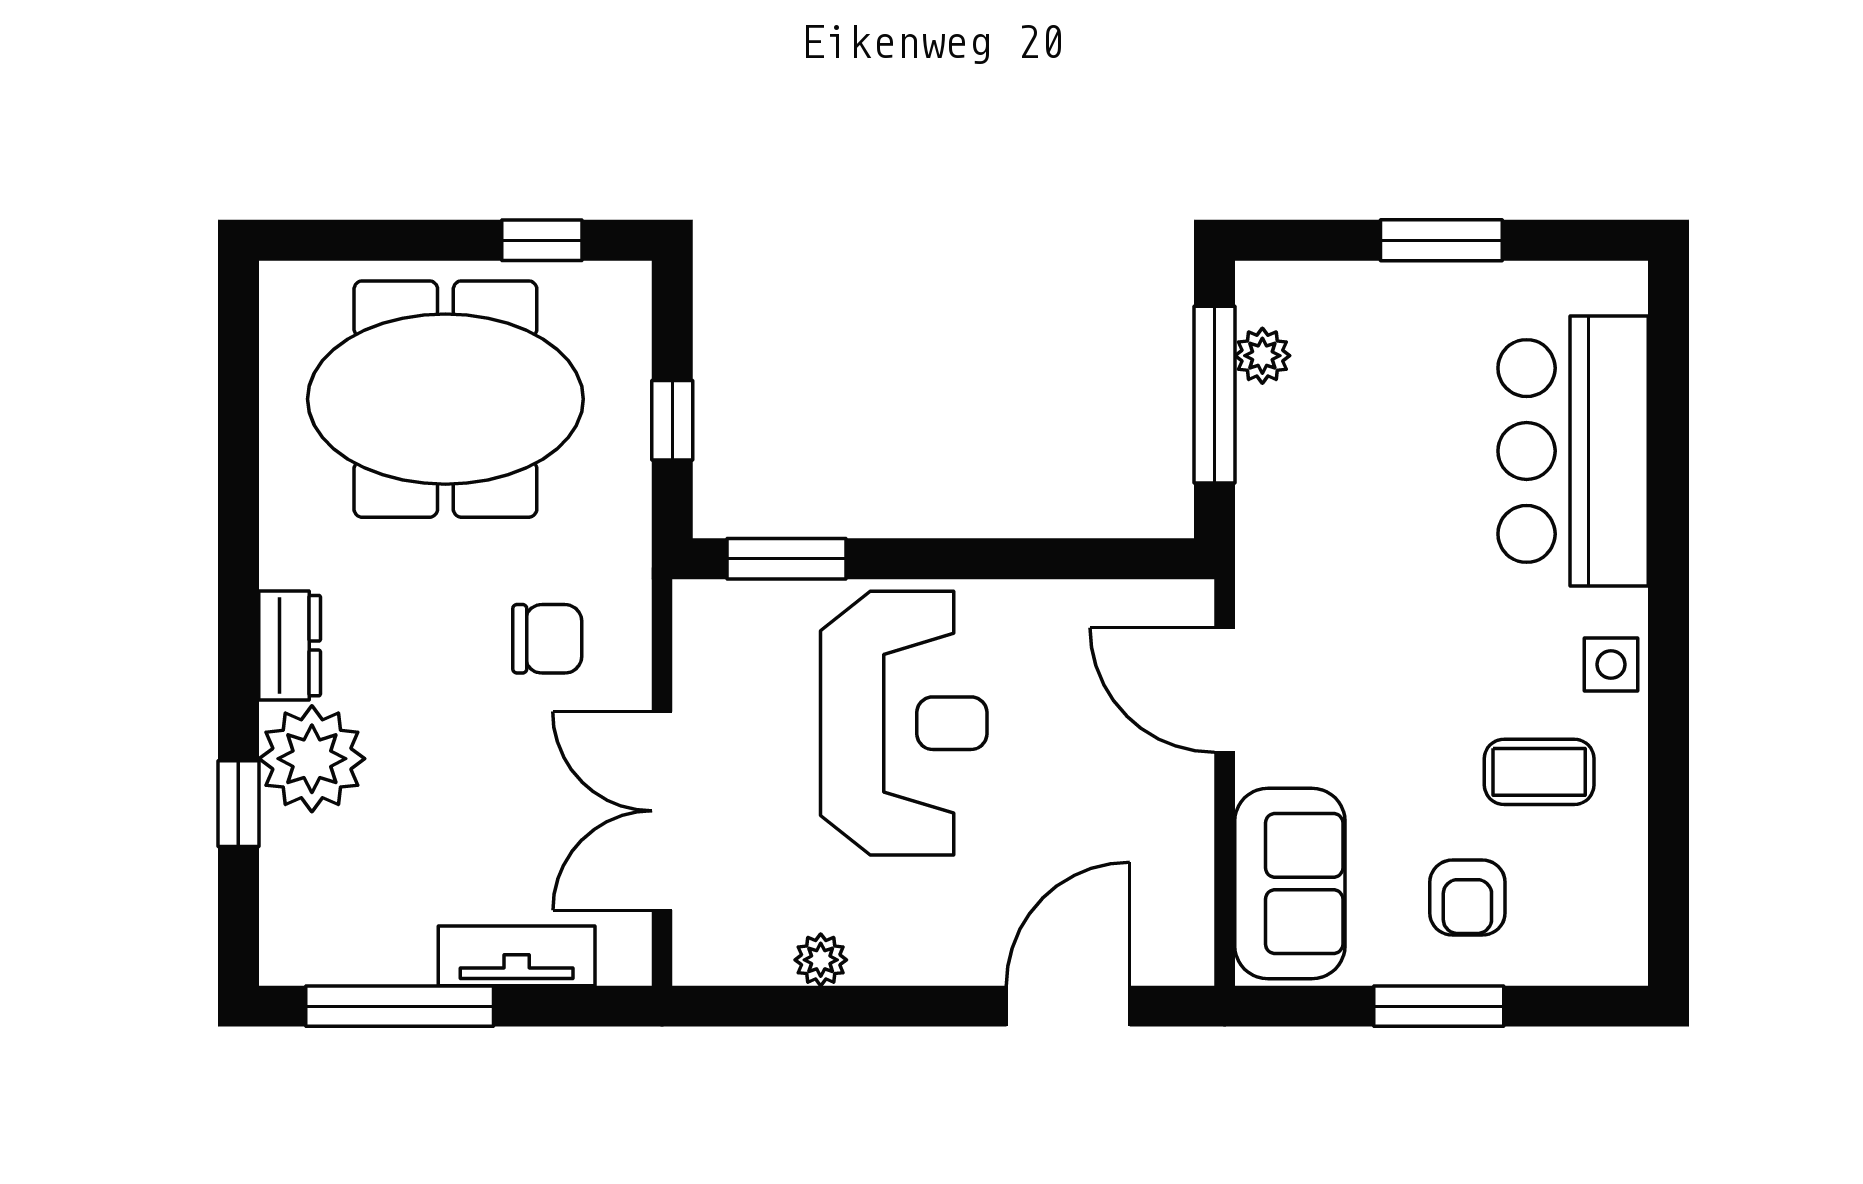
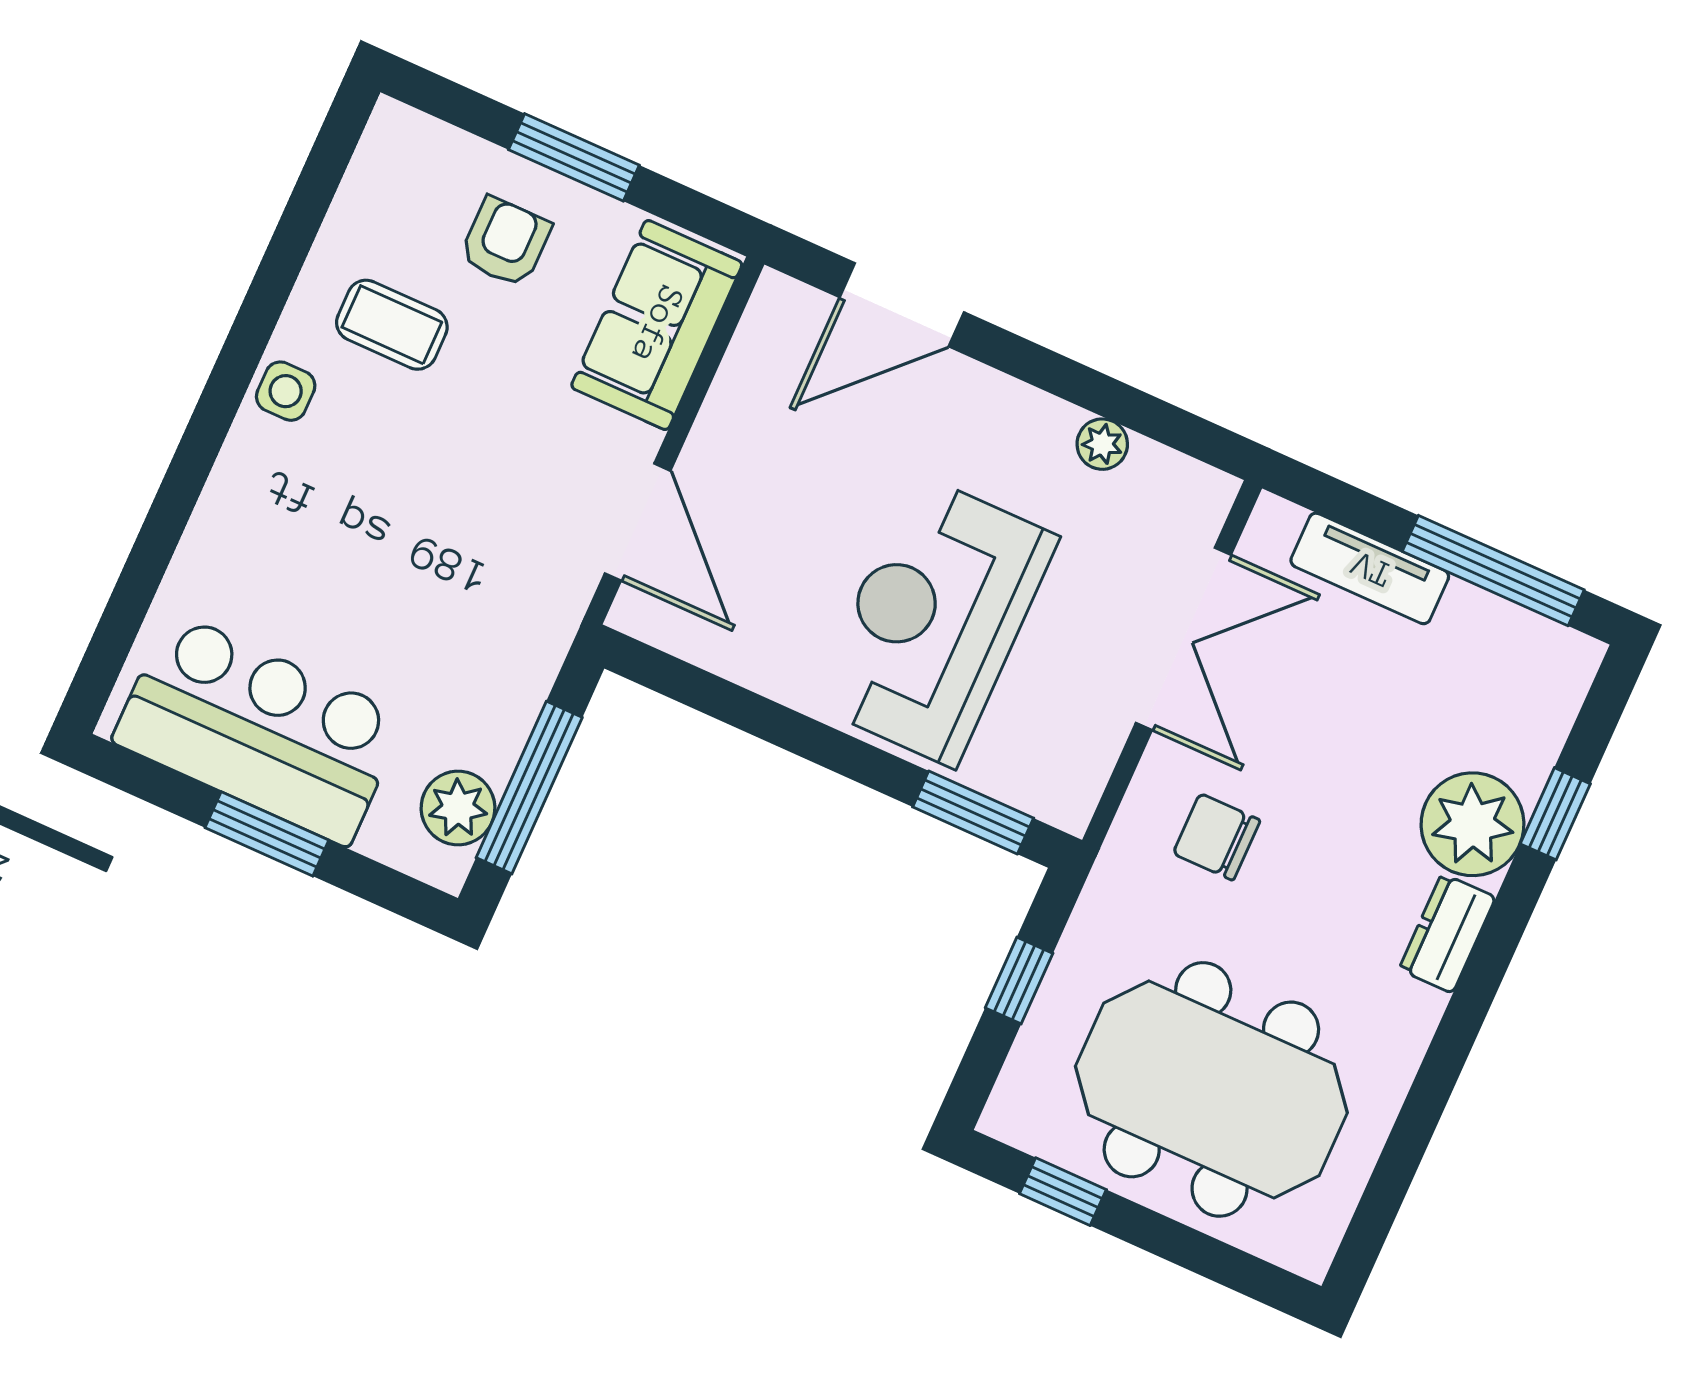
plant: (1262, 356) -> (458, 808), width x1.38, depth x1.38
bar counter: (1573, 451) -> (259, 729), moved, turned -90

